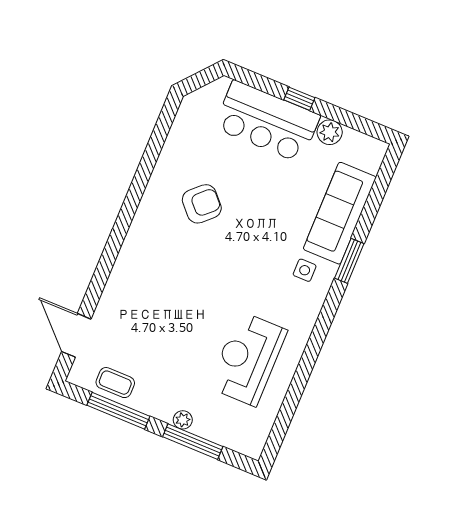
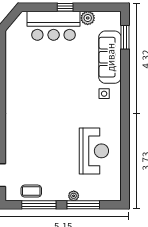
armchair: (202, 204) -> (38, 82), removed
window: (349, 261) -> (125, 37), moved
reception desk: (248, 359) -> (94, 151), turned 180

